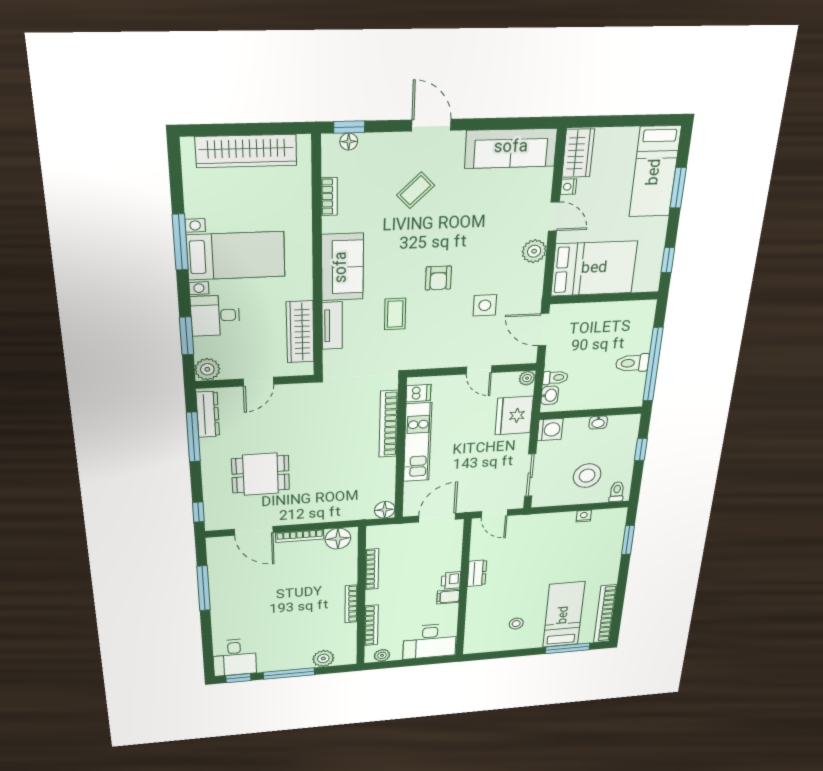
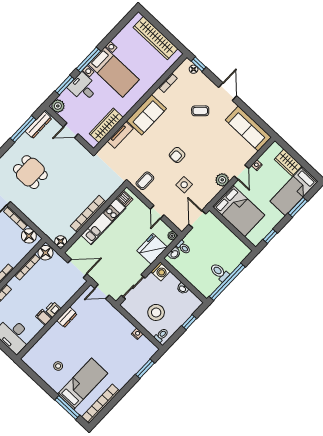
wardrobe: (578, 153) -> (288, 163), moved, turned 90
window: (180, 242) -> (88, 60), moved
coffee table: (395, 314) -> (145, 181), moved
bookcase: (389, 424) -> (88, 214), moved
door: (494, 514) -> (102, 292), hinge flipped
floor lamp: (379, 537) -> (45, 253), added

